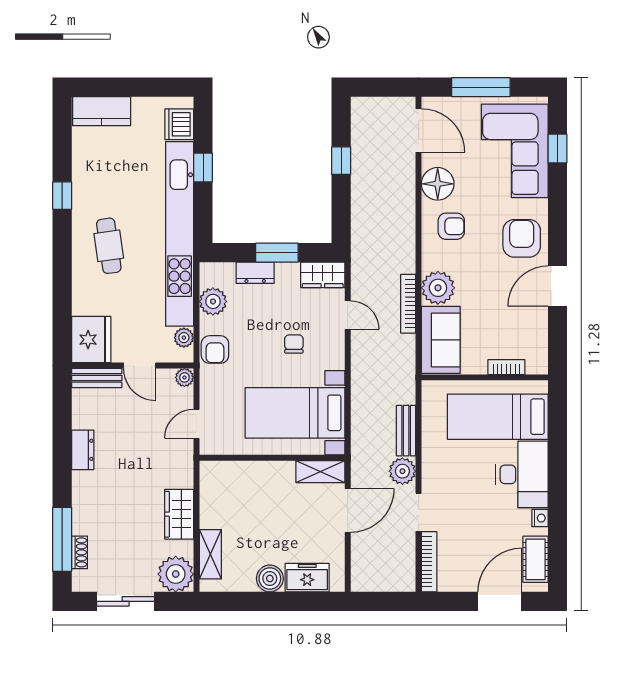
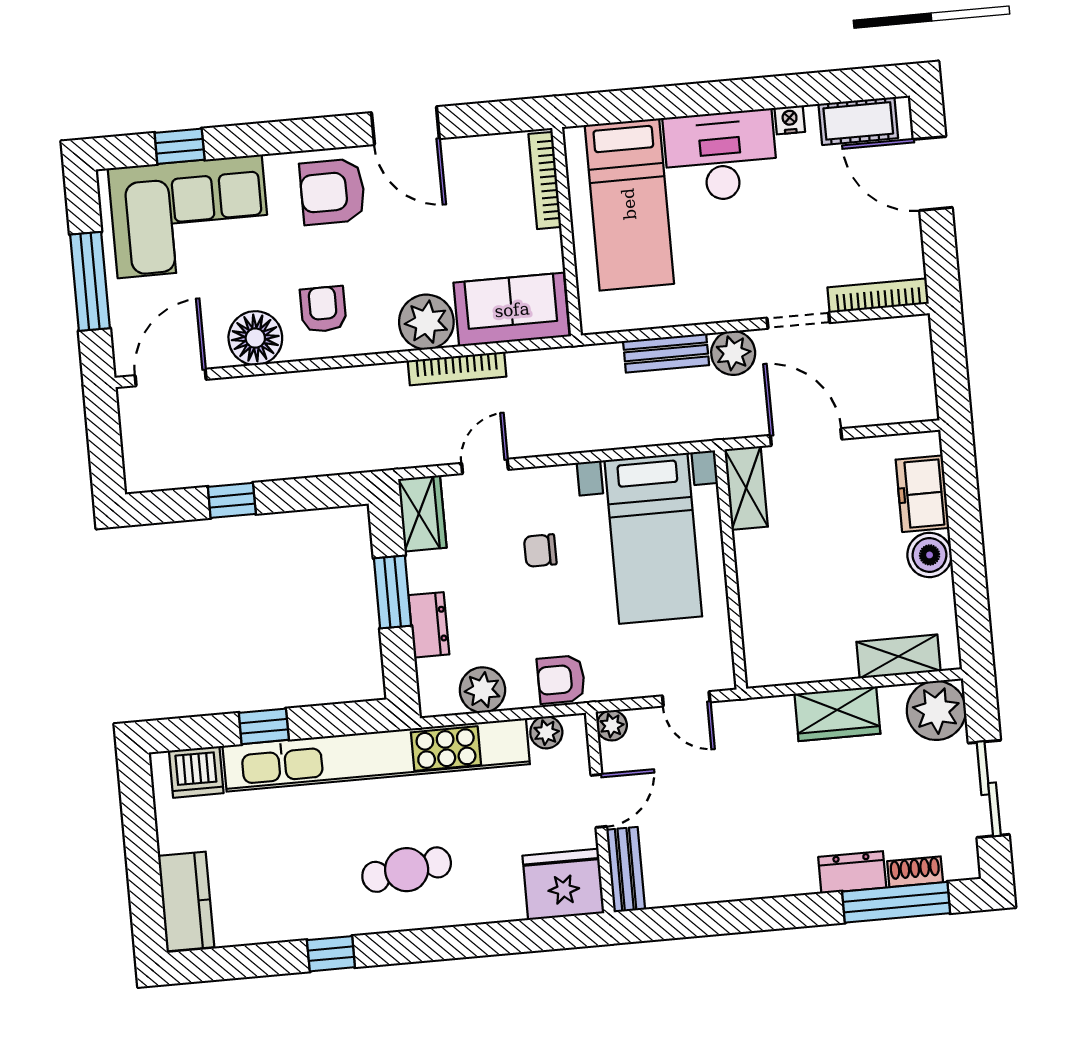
armchair: (215, 349) -> (561, 679), turned 180
bookcase: (506, 367) -> (545, 180), width x1.56
dresser: (83, 450) -> (852, 872), moved

